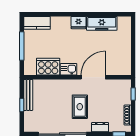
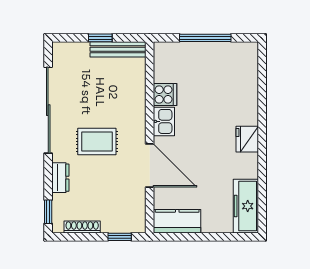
kitchen counter: (37, 23) -> (177, 221), moved, turned 90
freezer: (102, 23) -> (246, 206), moved
cooker: (48, 67) -> (165, 95), width x0.53, depth x0.76

